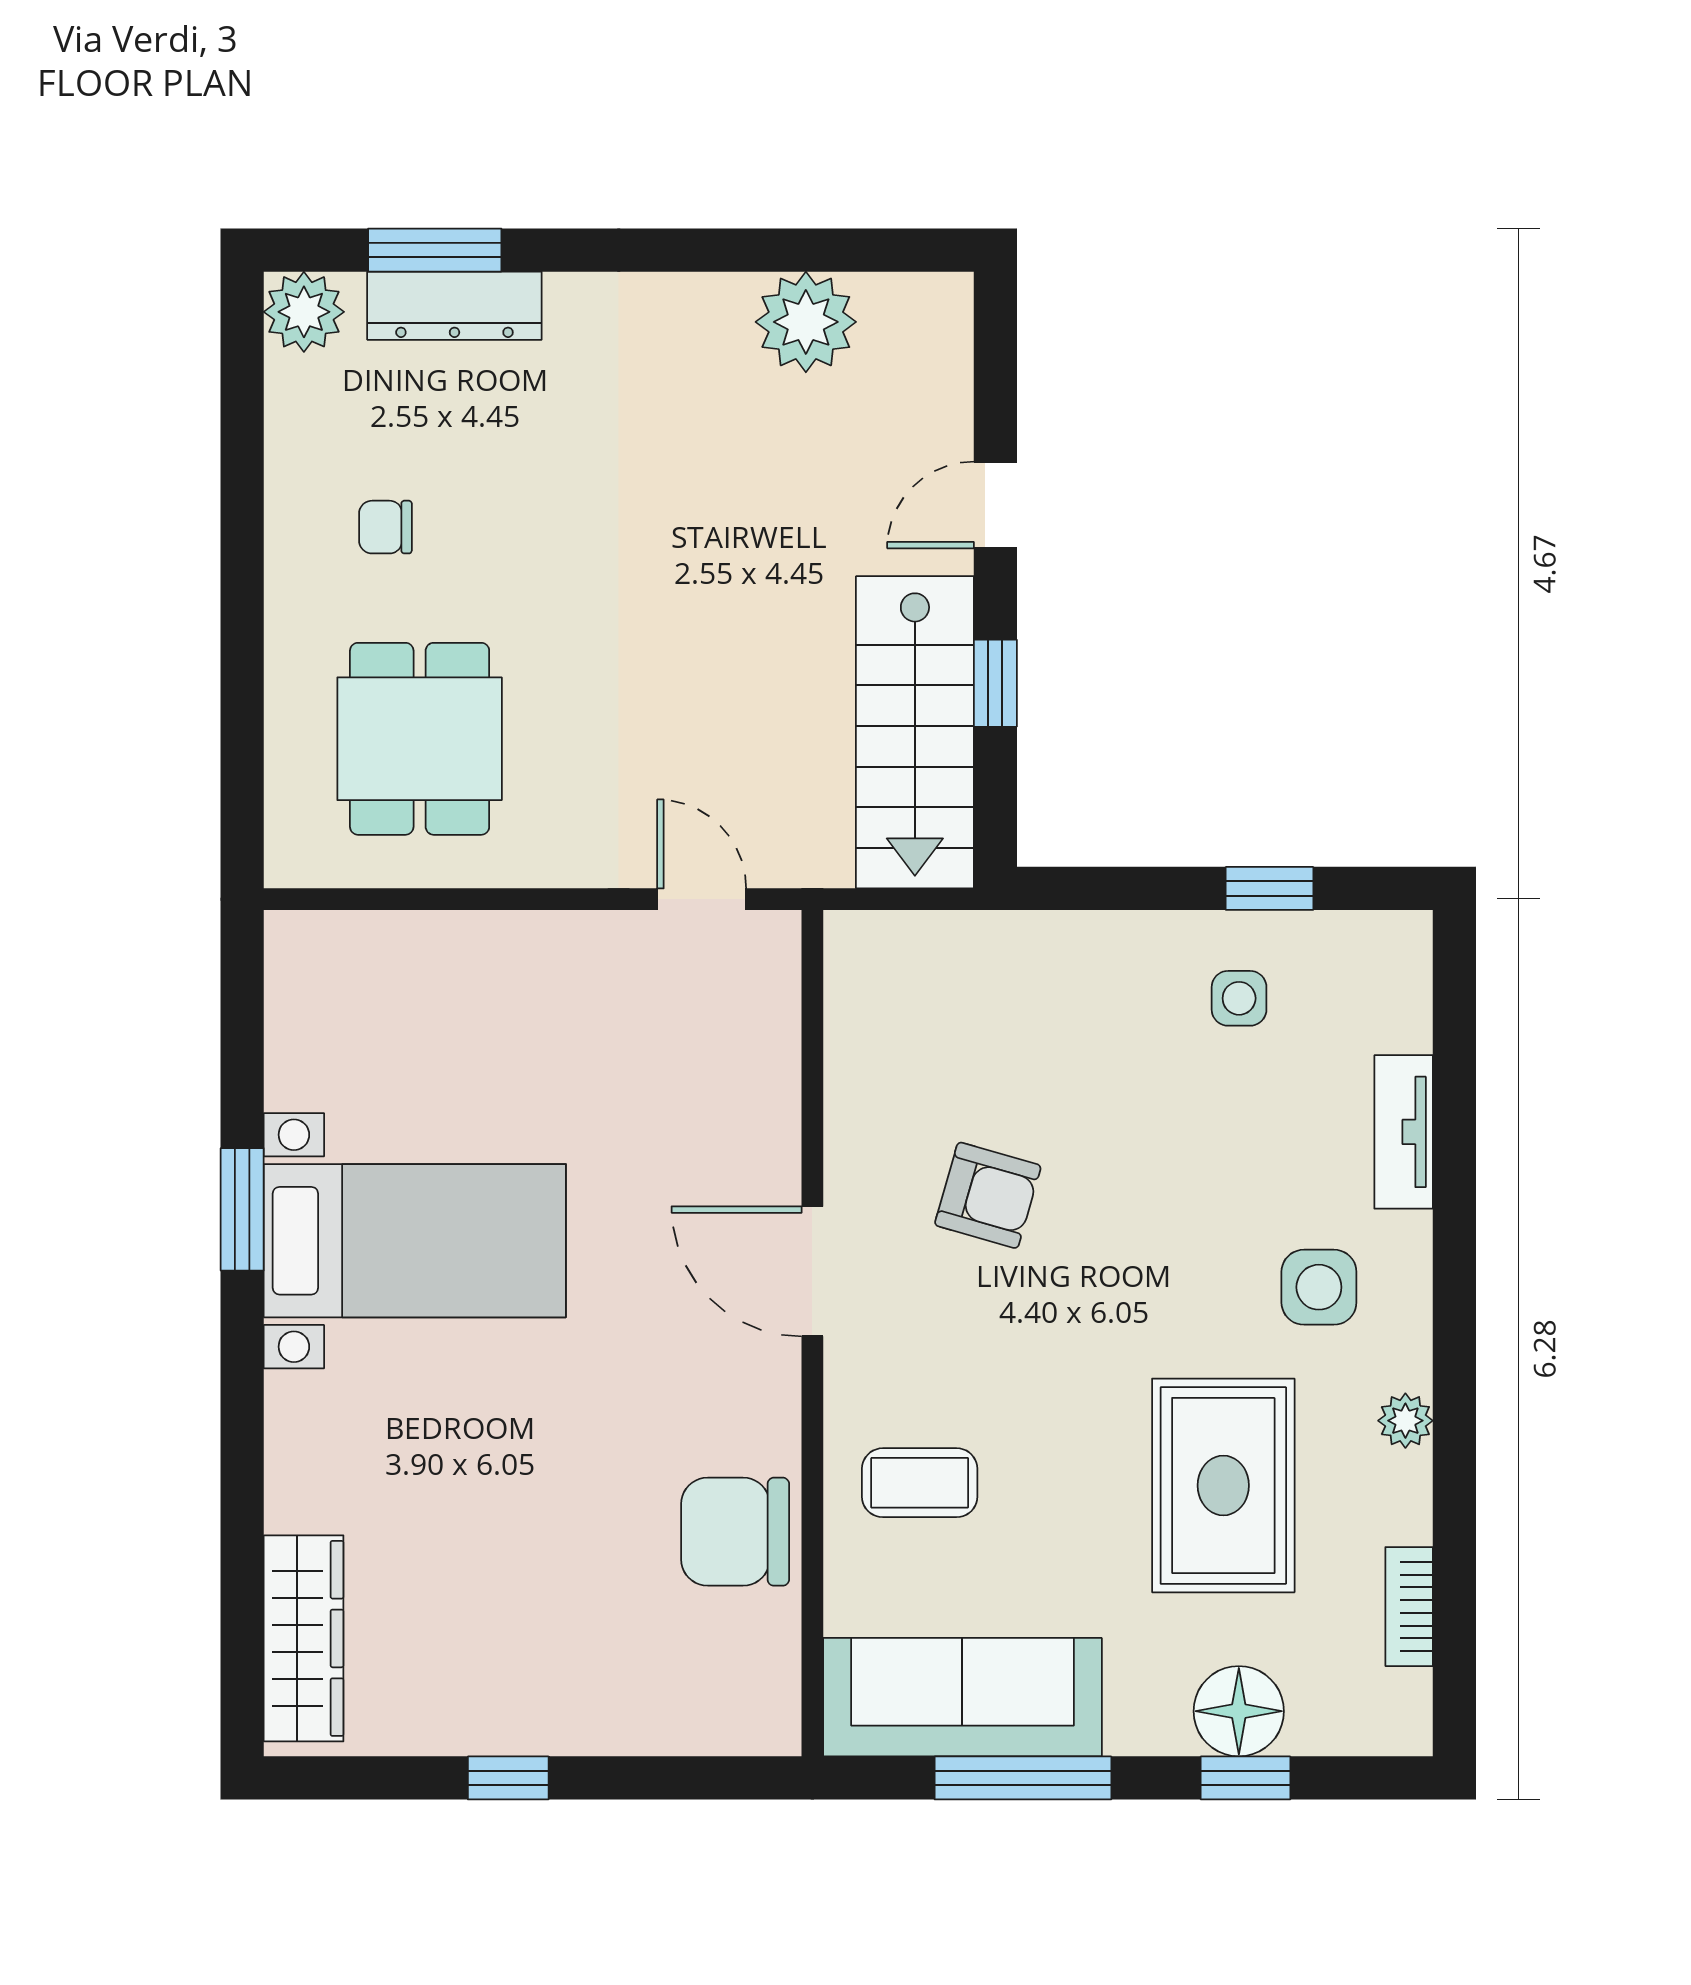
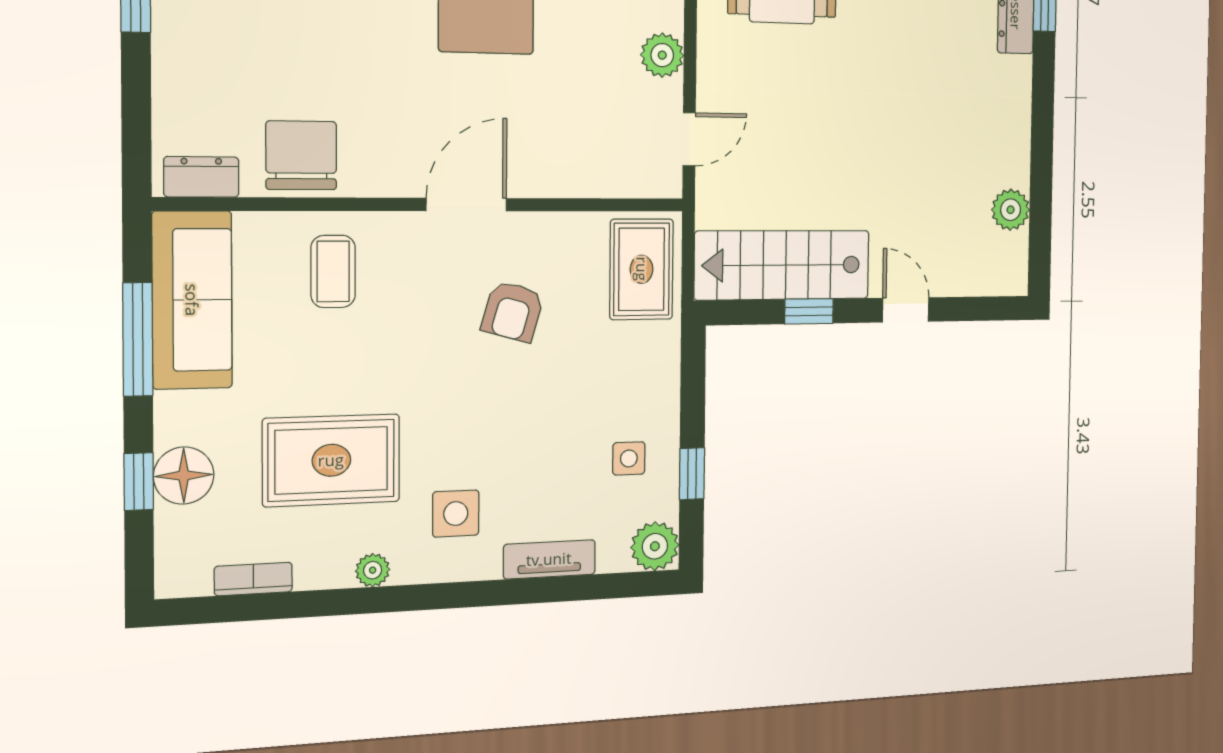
plant: (806, 322) -> (1011, 210), width x0.73, depth x0.73
plant: (562, 947) -> (662, 55), added
plant: (1391, 952) -> (655, 546), added
rug: (920, 979) -> (642, 269), added
dresser: (770, 1683) -> (201, 177), added

